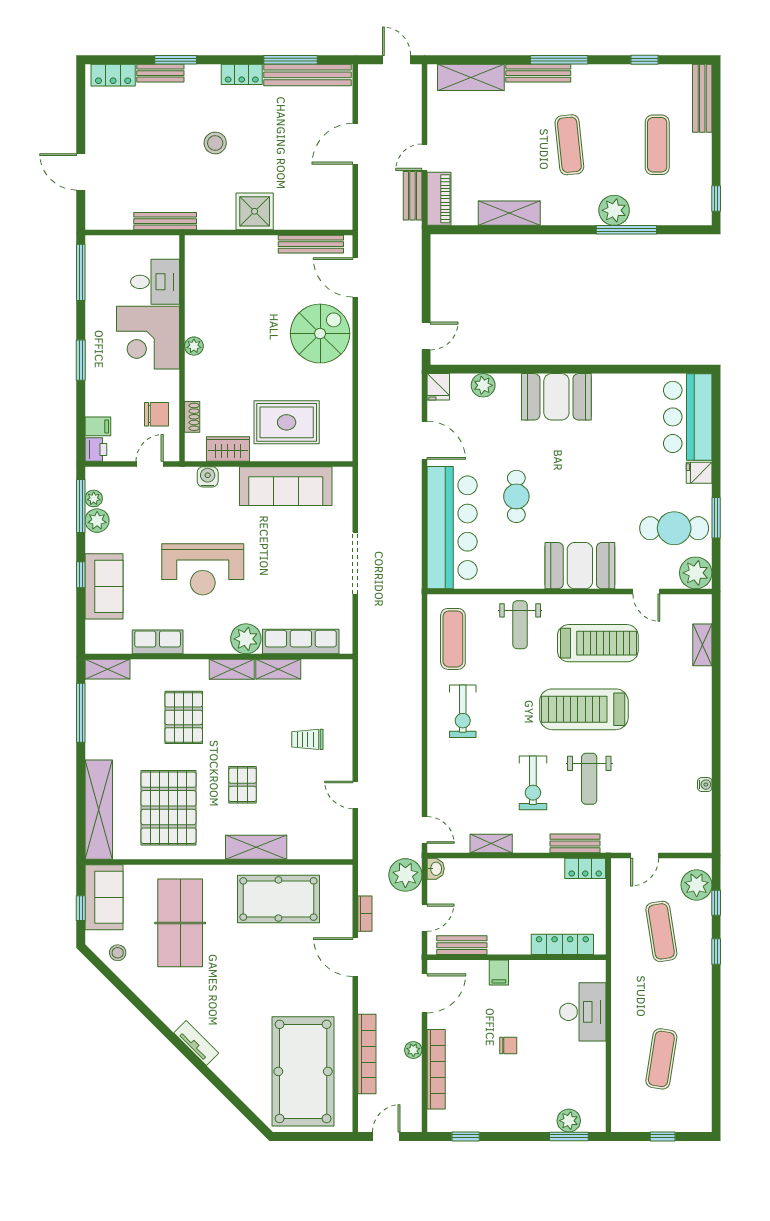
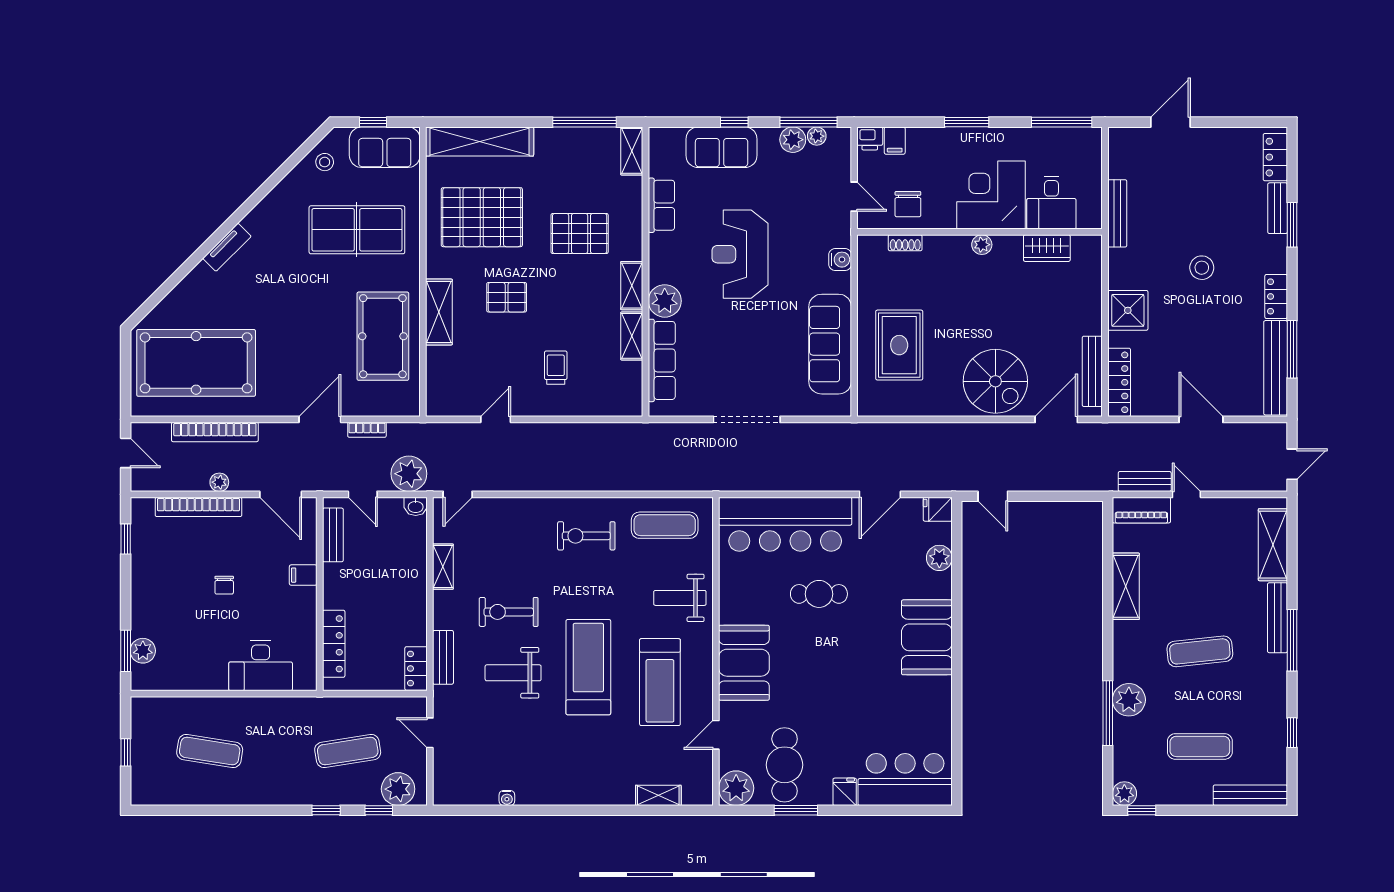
plant: (701, 214) -> (1124, 794), added
locker: (321, 219) -> (1119, 382), added
wardrobe: (228, 449) -> (1047, 248), moved, turned 90

